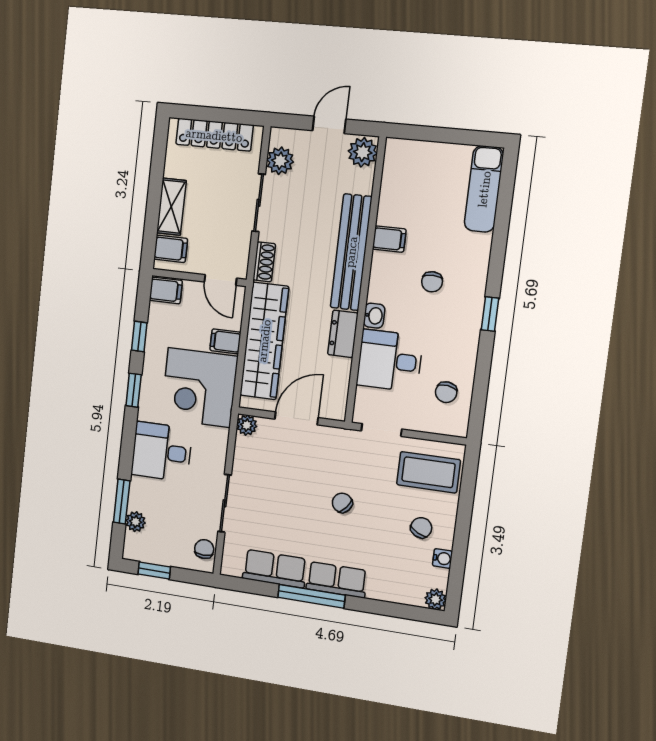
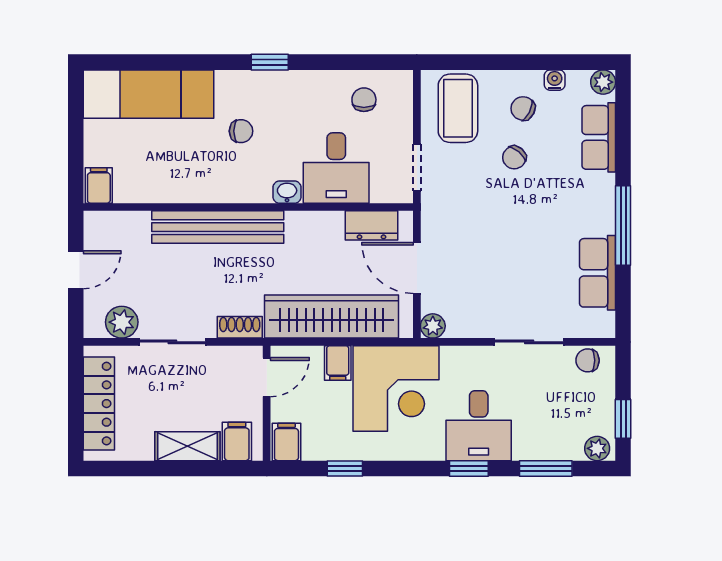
door: (329, 125) -> (76, 270), swing flipped
plant: (363, 152) -> (103, 228), removed
exam couch: (484, 189) -> (149, 94), width x1.36, depth x1.45
filing cabinet: (389, 239) -> (99, 185), moved
dresser: (343, 334) -> (371, 225), moved
window: (134, 390) -> (469, 468), moved
chair: (446, 392) -> (364, 100), turned -97
chair: (342, 503) -> (514, 157), moved
plant: (136, 522) -> (597, 448), moved
row of seats: (337, 580) -> (599, 137), moved

